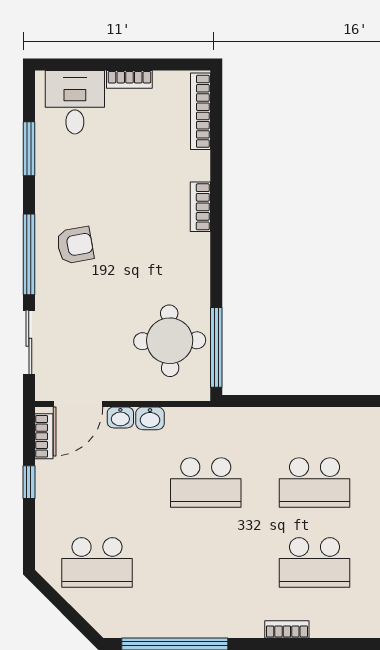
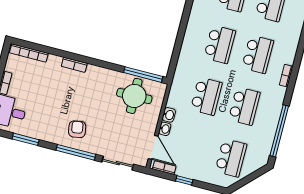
school desk: (206, 562) -> (244, 106), added

